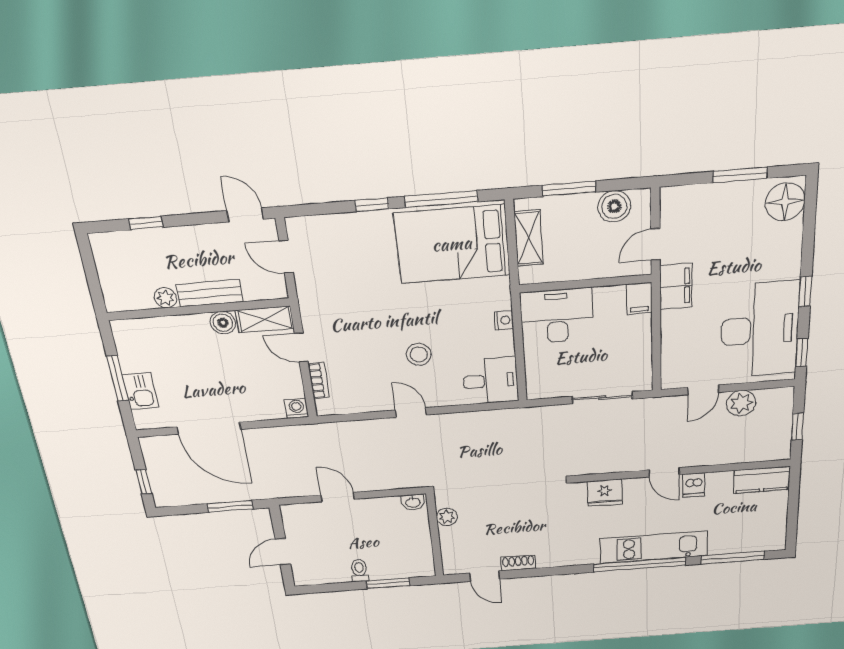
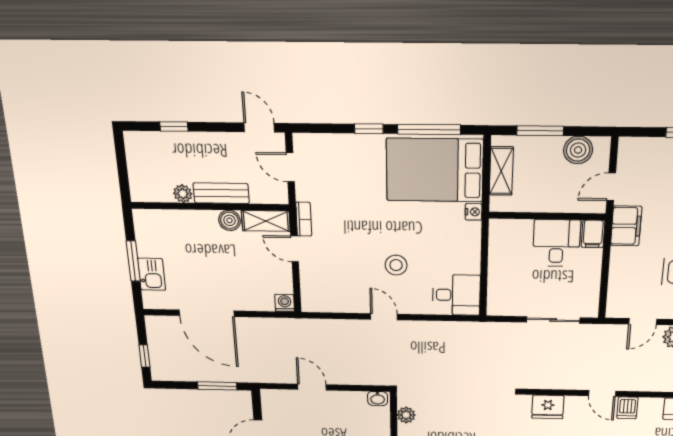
desk: (557, 316) -> (556, 243), moved, width x0.73
nightstand: (504, 320) -> (474, 212), moved
bookcase: (319, 381) -> (304, 219), moved

